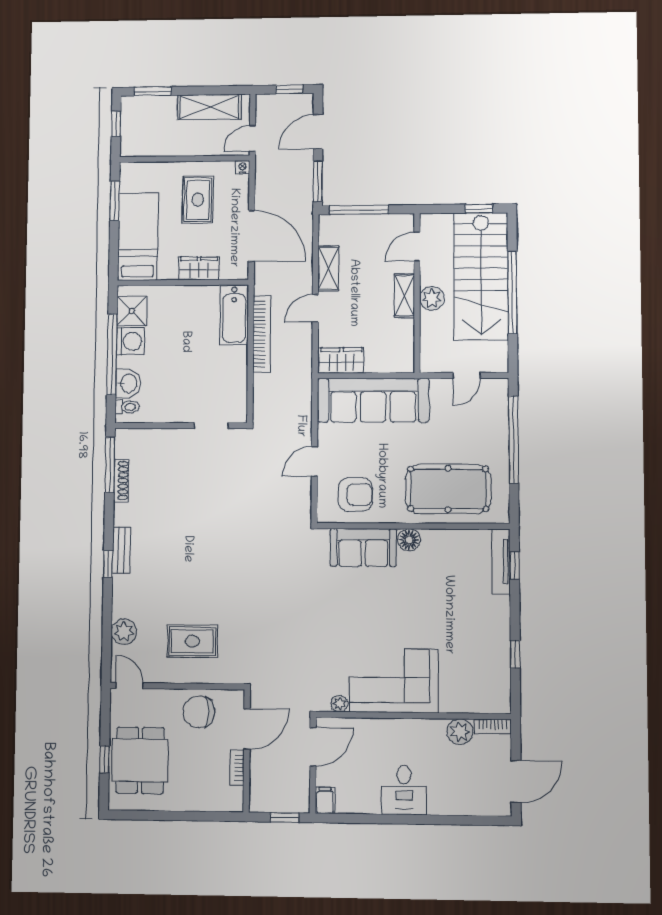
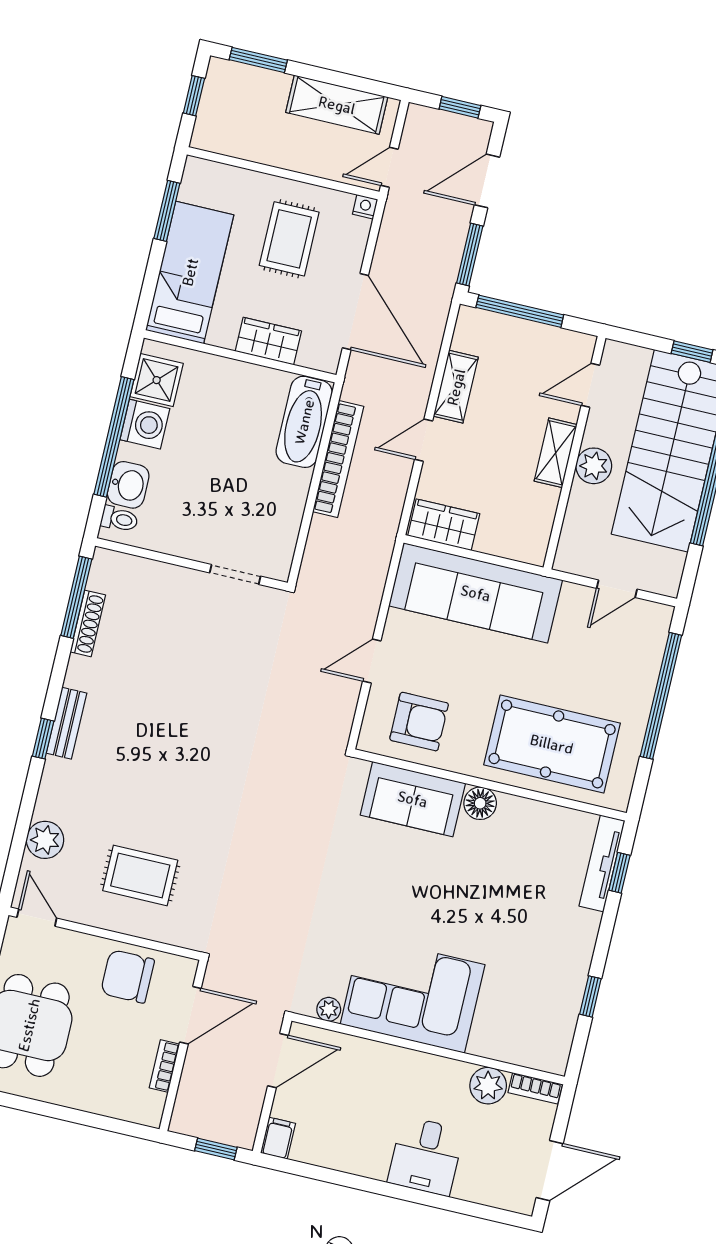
desk: (404, 790) -> (426, 1156), moved

